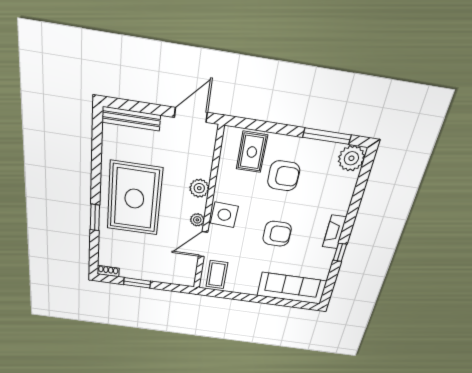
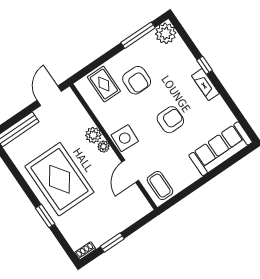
armchair: (284, 176) -> (137, 80), turned 90
plant: (197, 220) -> (104, 146), moved
window: (340, 252) -> (204, 65), moved

